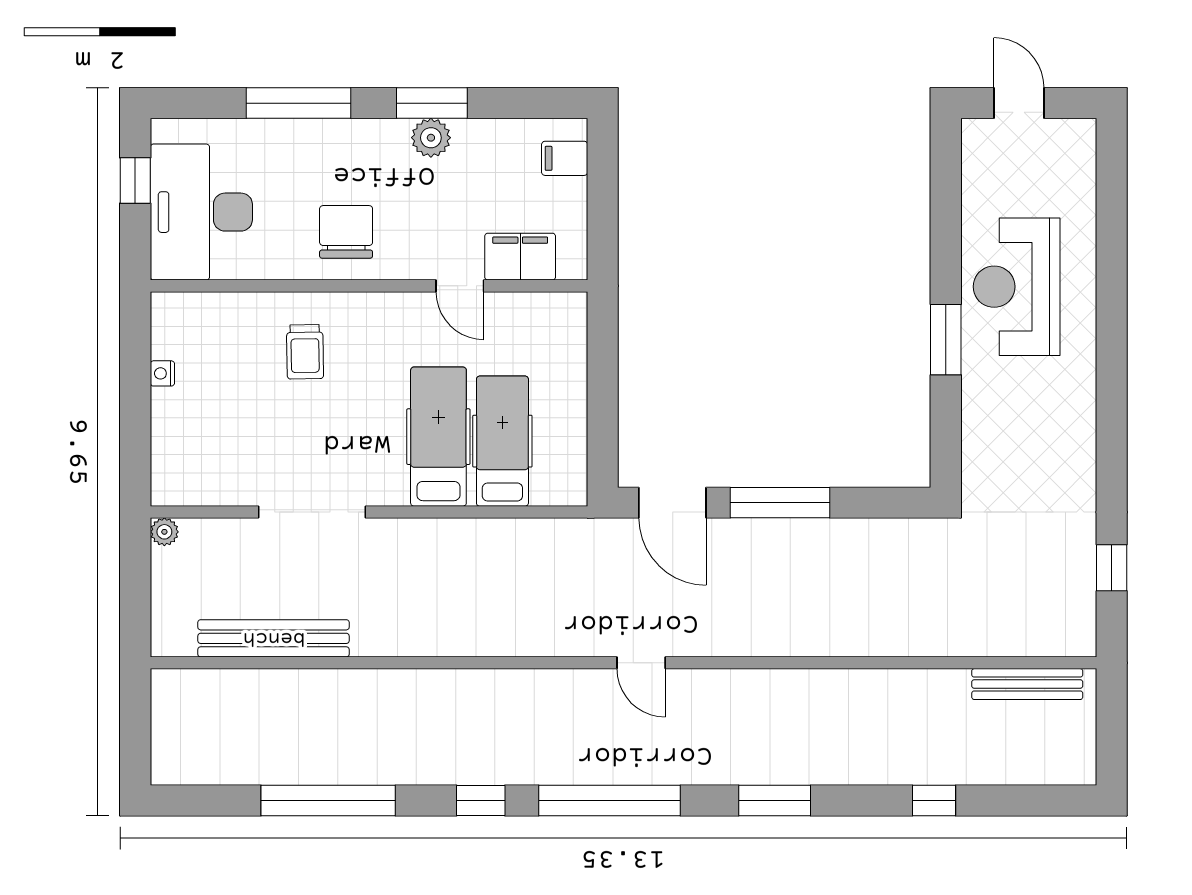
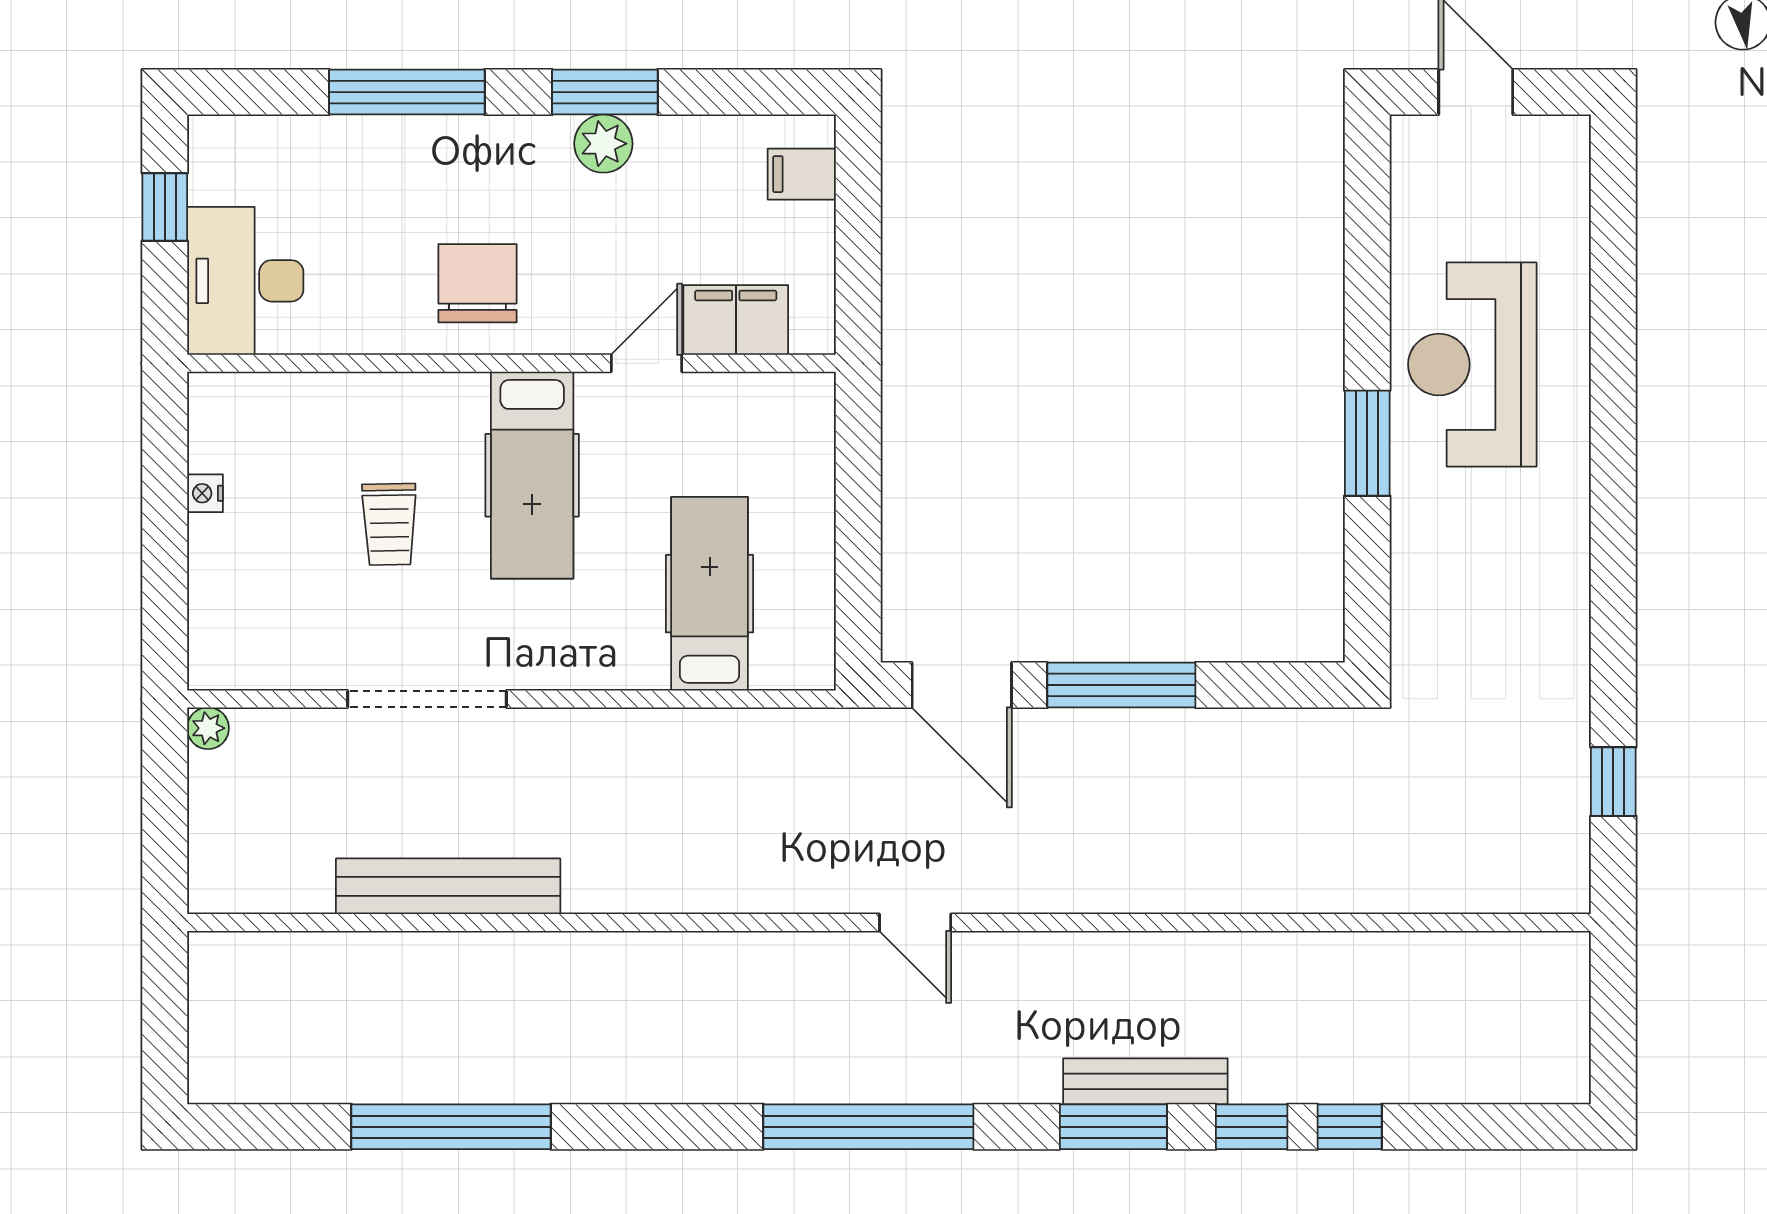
desk: (201, 212) -> (245, 281), width x0.73, depth x0.77
door: (460, 286) -> (646, 363), swing flipped
trolley: (305, 352) -> (389, 524), moved
hospital bed: (438, 437) -> (532, 475), moved, turned 180
bench: (274, 638) -> (448, 886), moved
bench: (1027, 684) -> (1145, 1081), moved
window: (481, 800) -> (1252, 1127), moved

